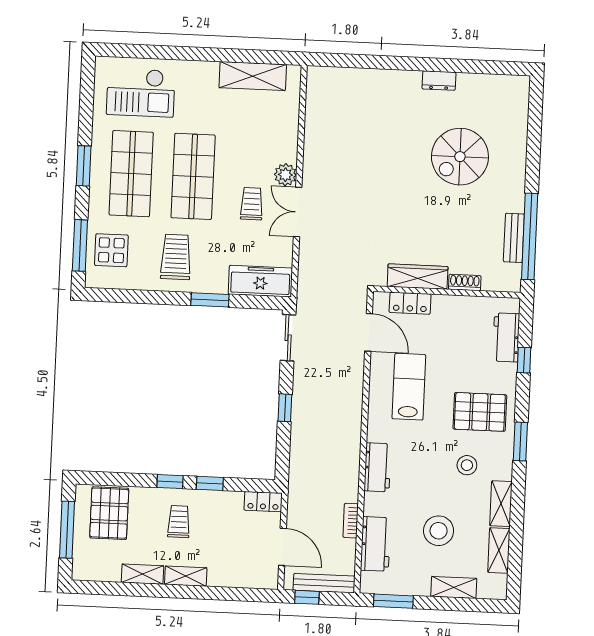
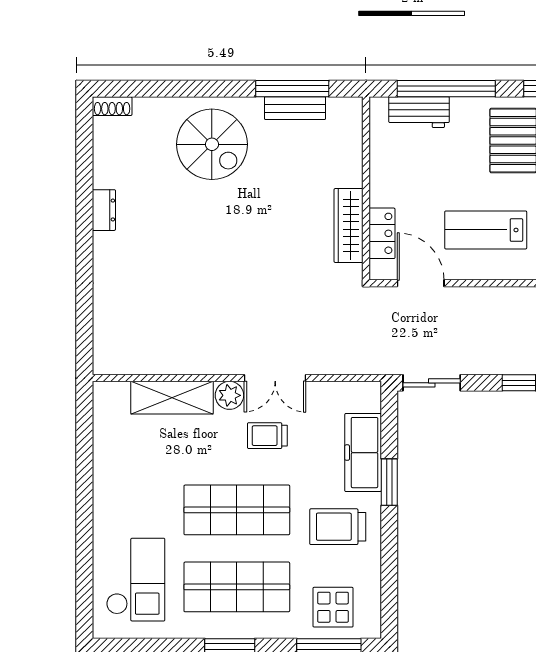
shelving: (253, 76) -> (172, 398), moved, turned 90
spiral stairs: (460, 157) -> (212, 144), moved
window: (530, 236) -> (292, 89), width x0.68
freezer: (260, 281) -> (363, 453), moved
shoe rack: (465, 283) -> (112, 106), moved, turned -90
door: (369, 332) -> (421, 283), hinge flipped
window: (524, 360) -> (446, 89), width x3.17

